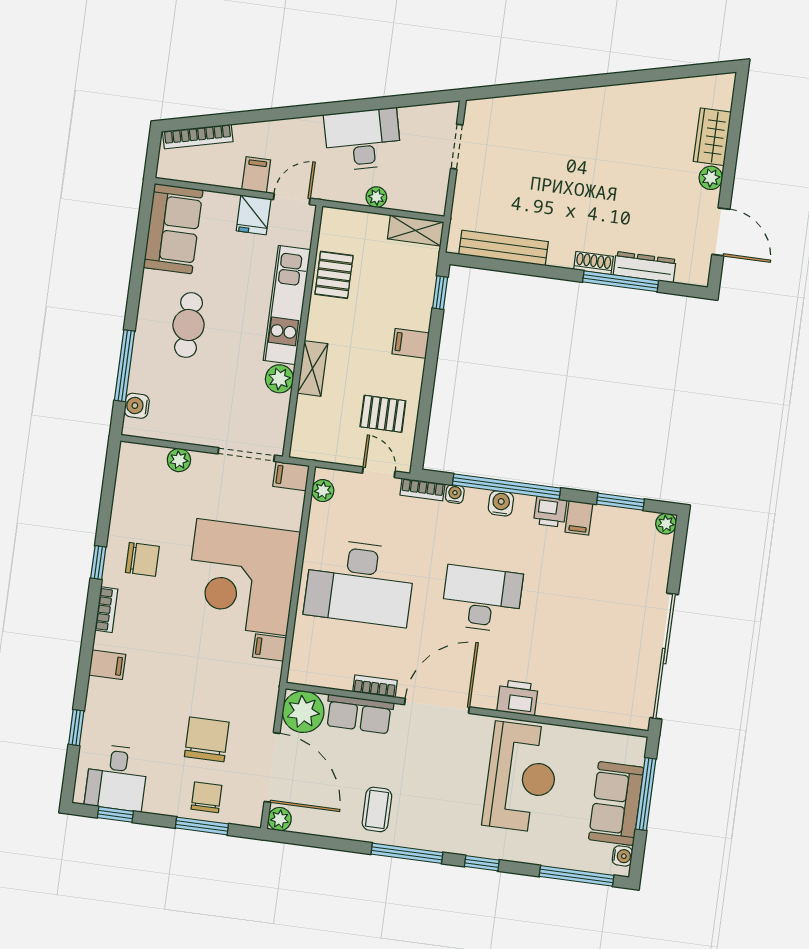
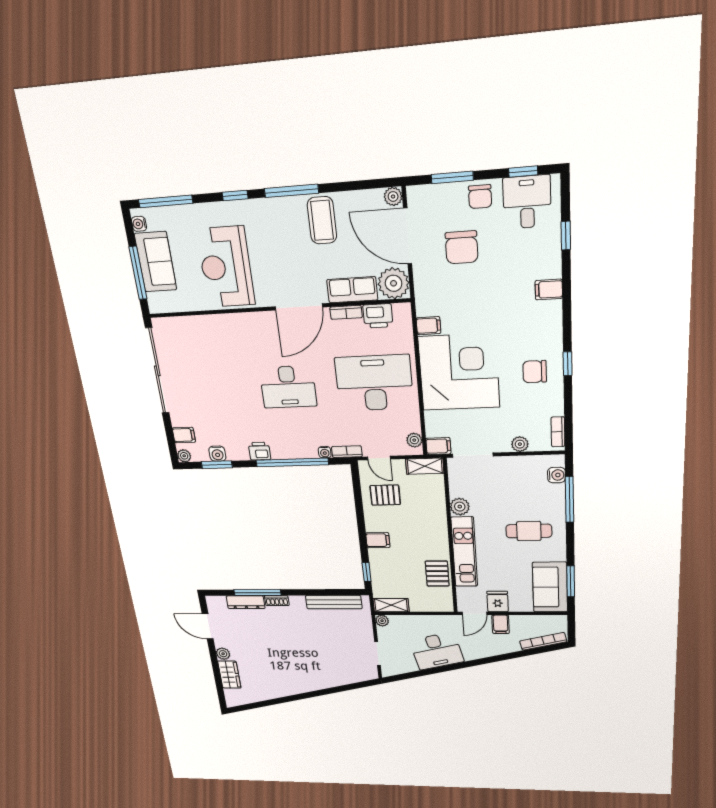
plant: (376, 197) -> (382, 621), moved
window: (142, 234) -> (571, 581), added
cafe table: (189, 325) -> (529, 531), turned 90
shelving: (313, 368) -> (425, 466), moved, turned 90
water cooler: (501, 503) -> (217, 454), moved
filing cabinet: (579, 518) -> (184, 435), moved, turned 90
bookcase: (106, 610) -> (558, 432), moved
printer: (518, 698) -> (378, 316), moved
chair: (206, 797) -> (480, 197), moved
coffee table: (377, 809) -> (322, 220), width x1.36, depth x1.30

